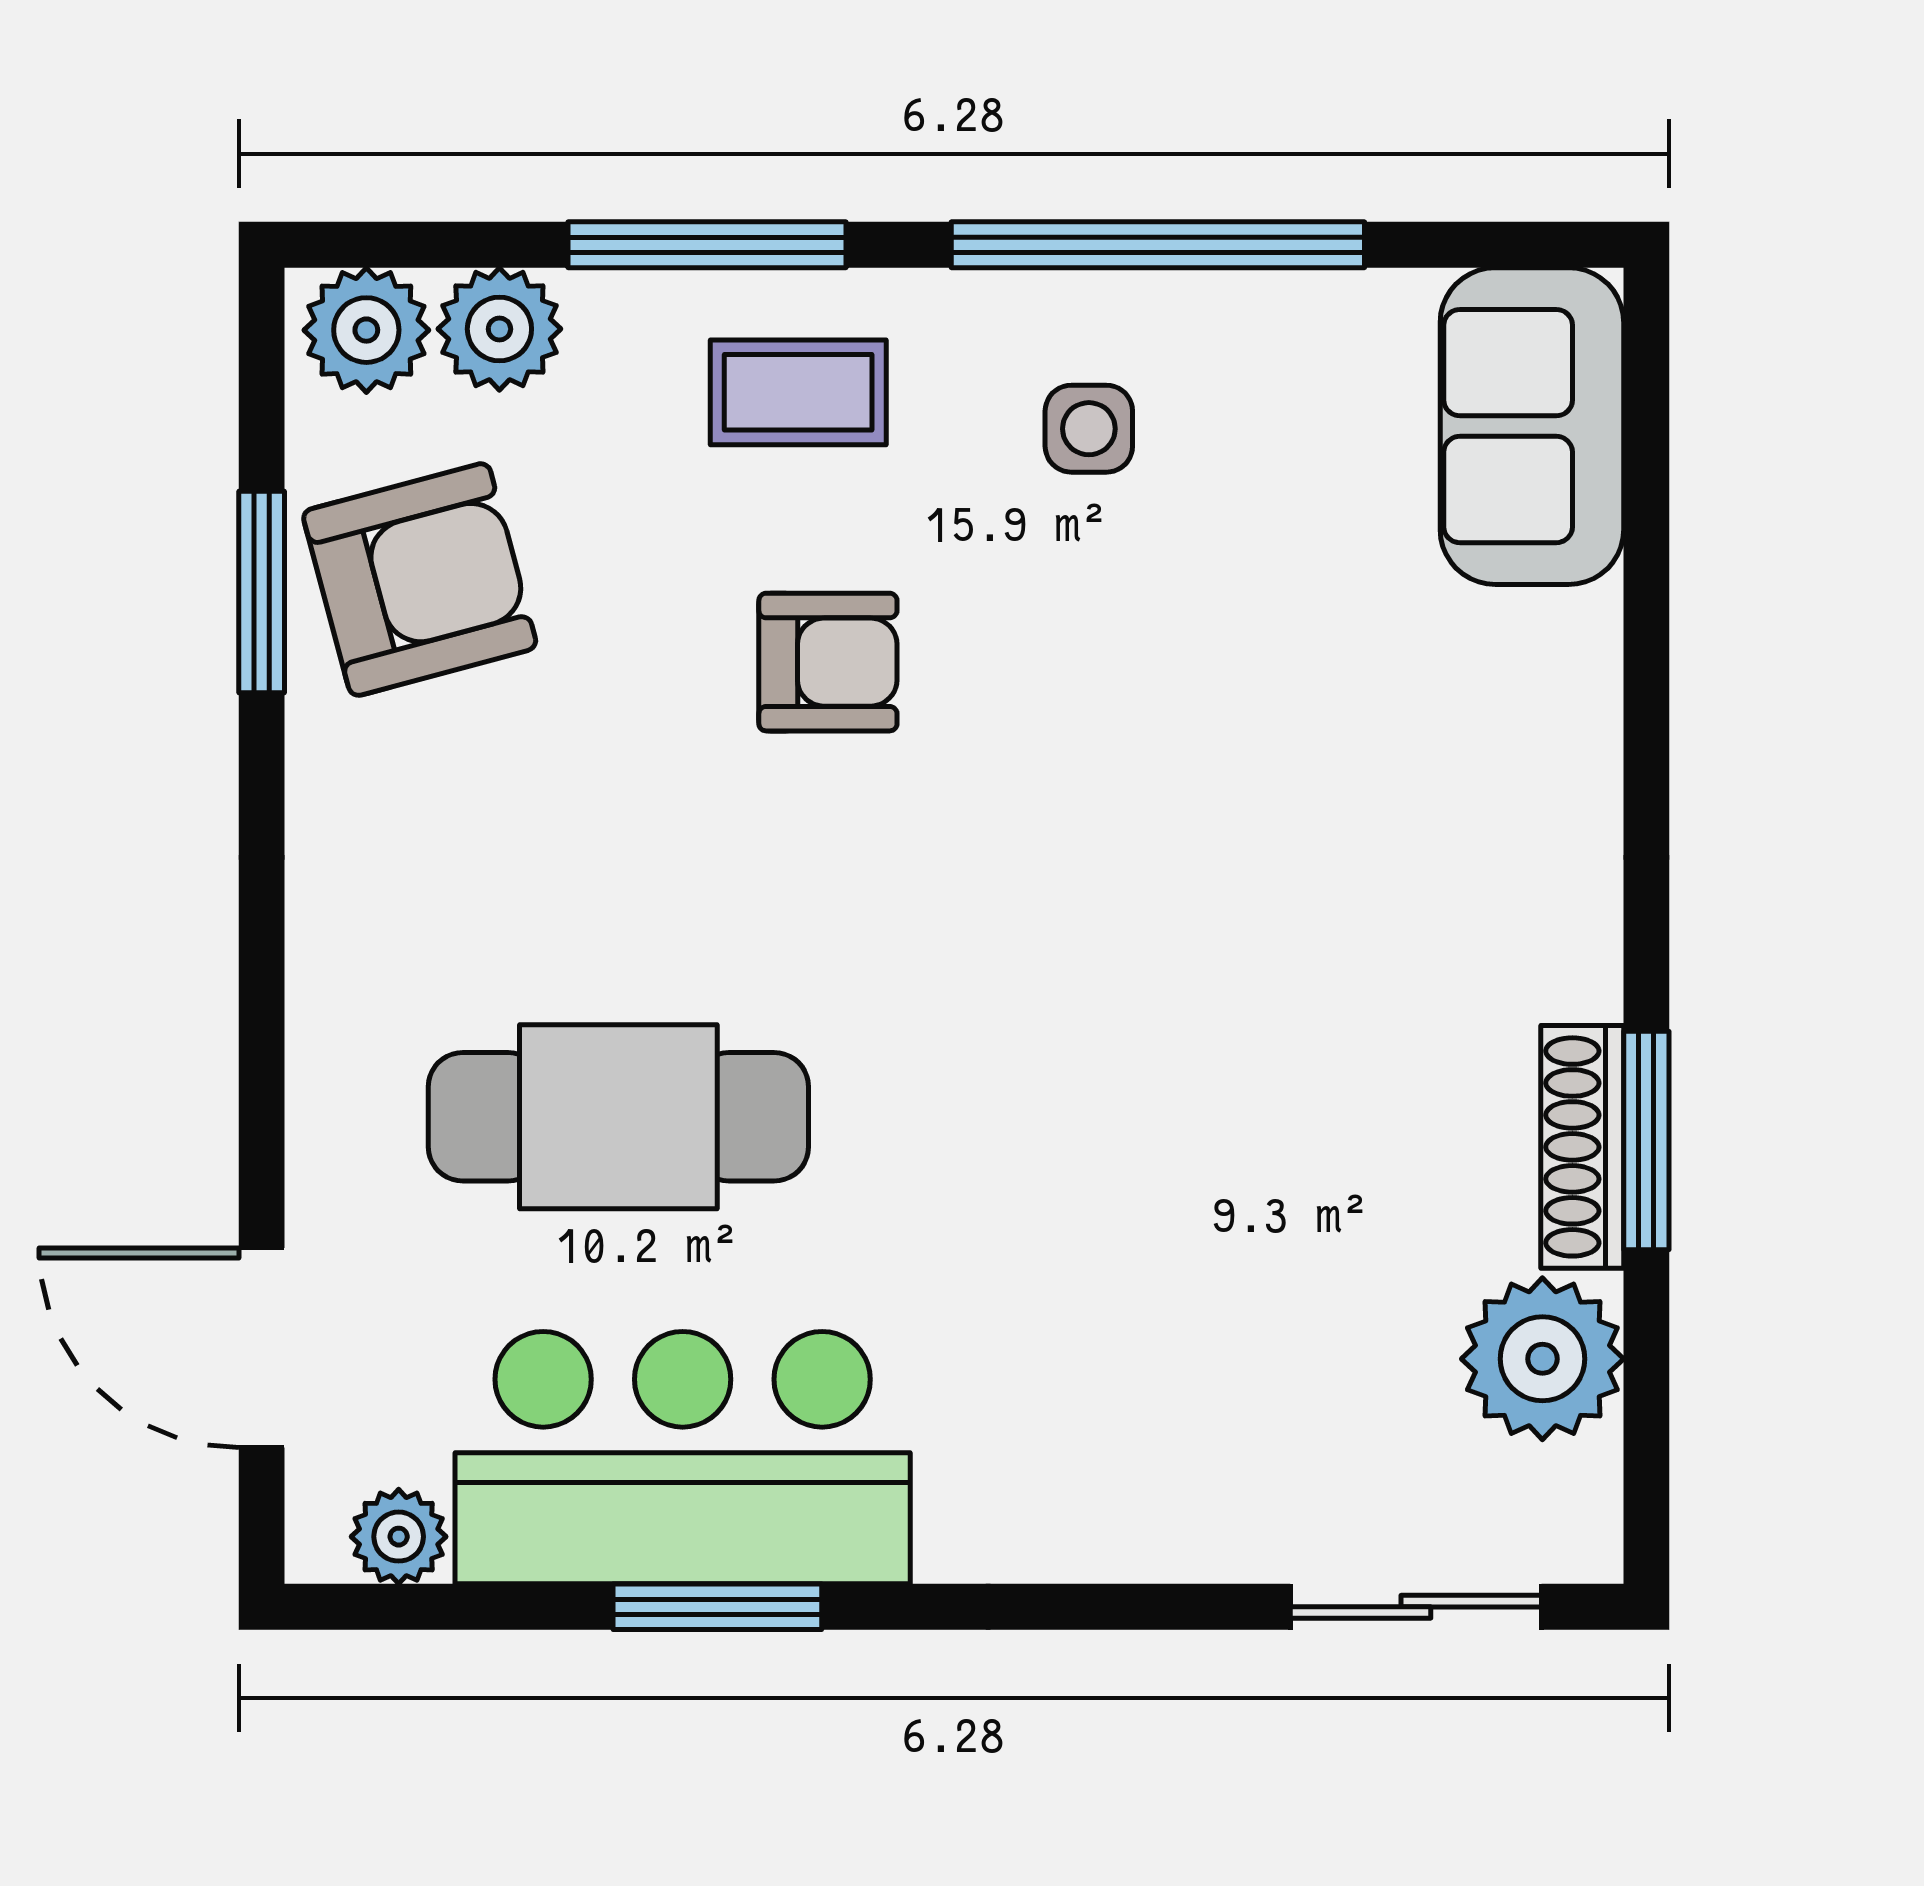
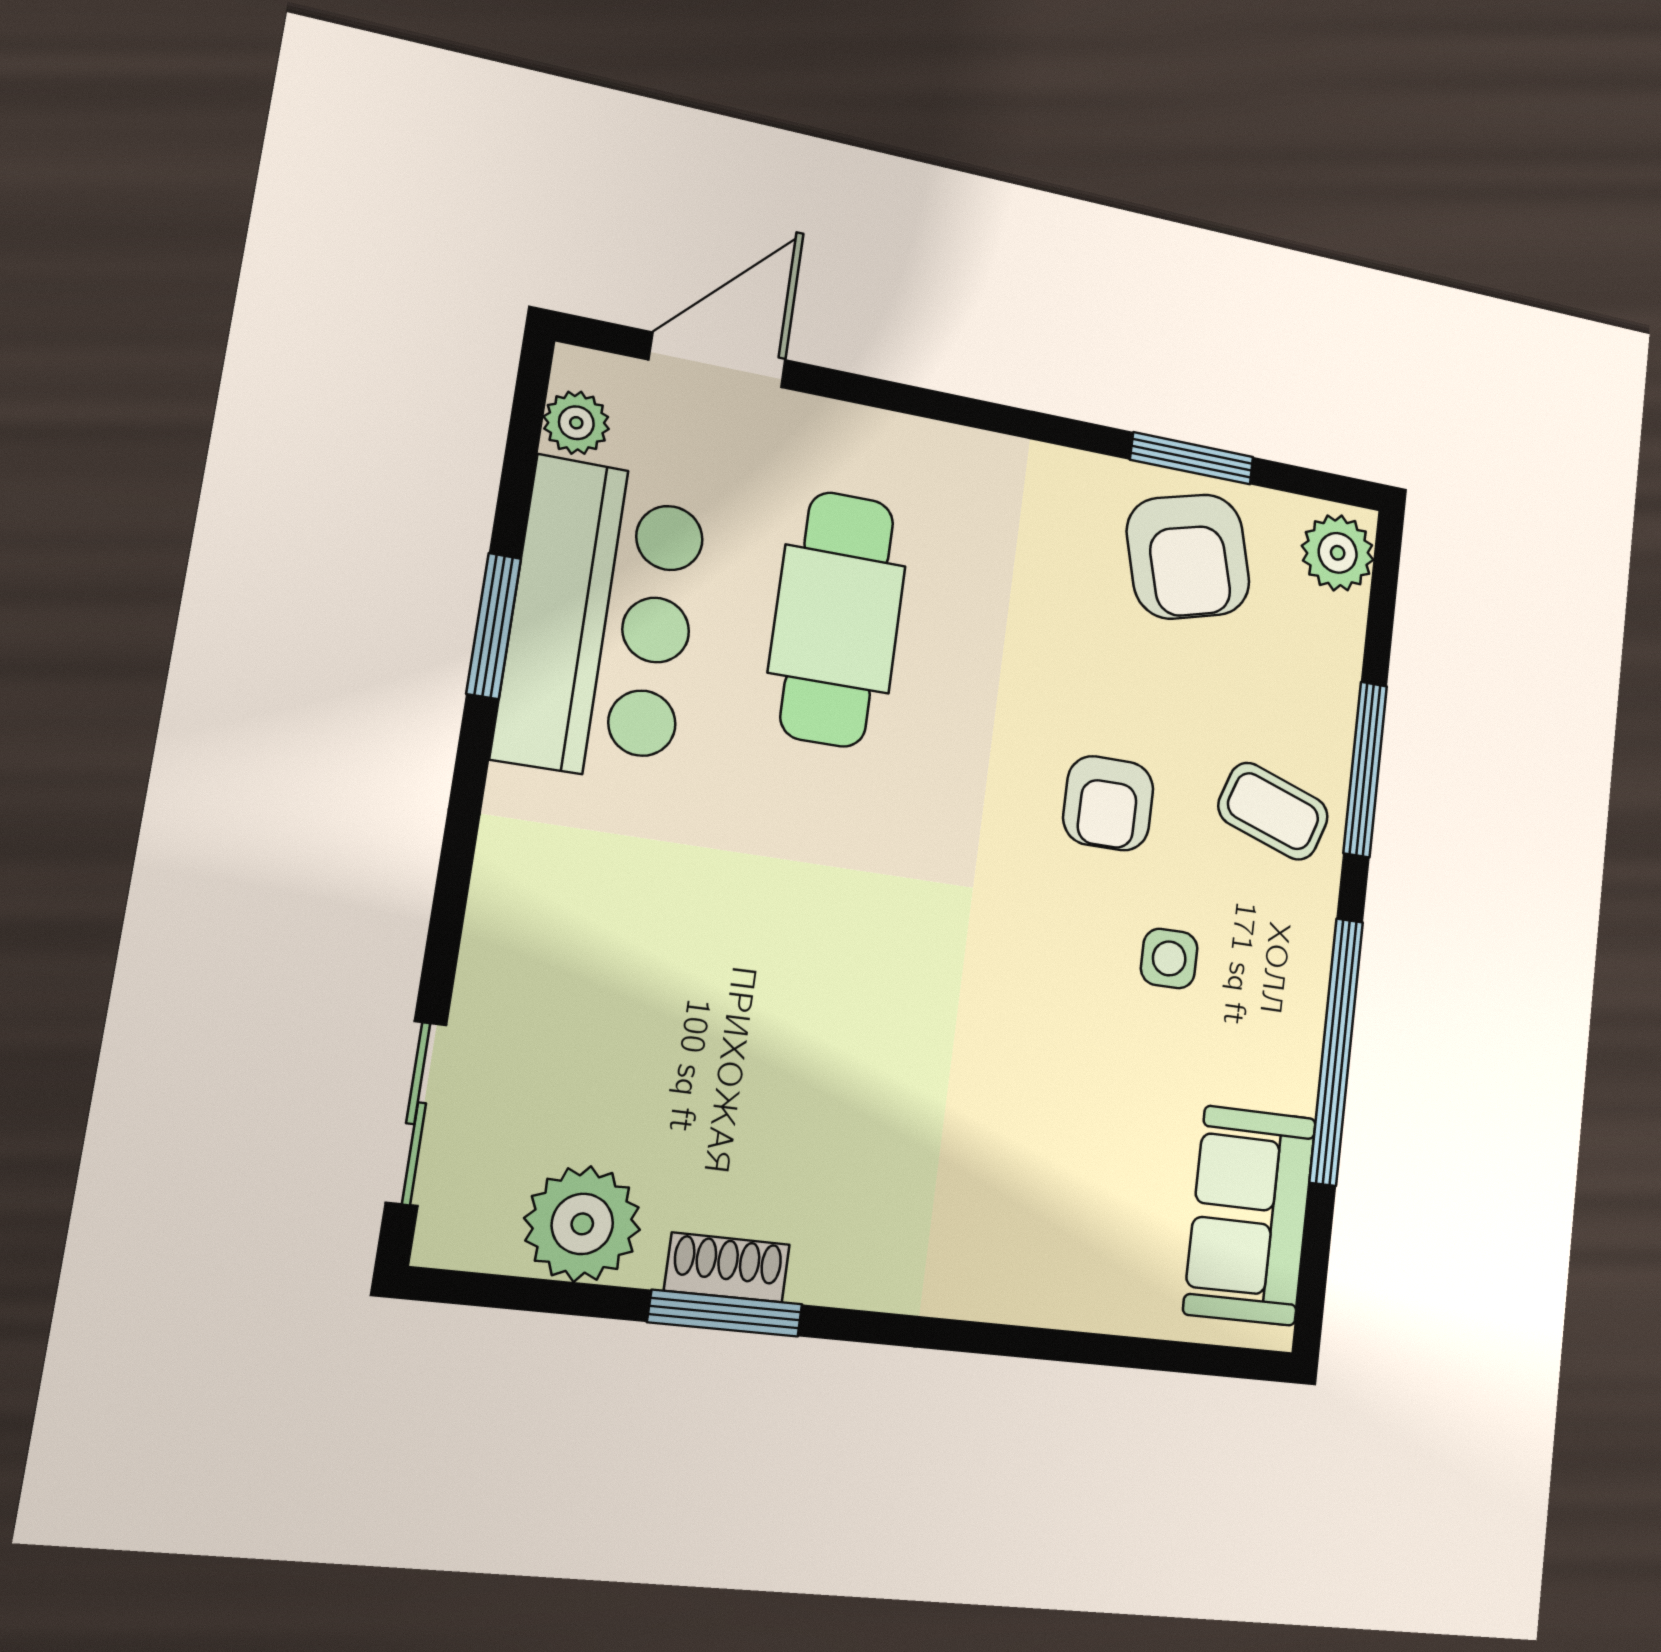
plant: (499, 329) -> (1330, 634), removed
coffee table: (798, 392) -> (1273, 811), turned -71
sofa: (1532, 426) -> (1250, 1215), moved, turned -90
side table: (1089, 429) -> (1169, 958), moved
shoe rack: (1582, 1147) -> (727, 1268), width x0.70

